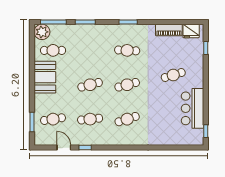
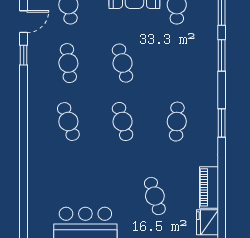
cafe table: (173, 75) -> (155, 196), moved

